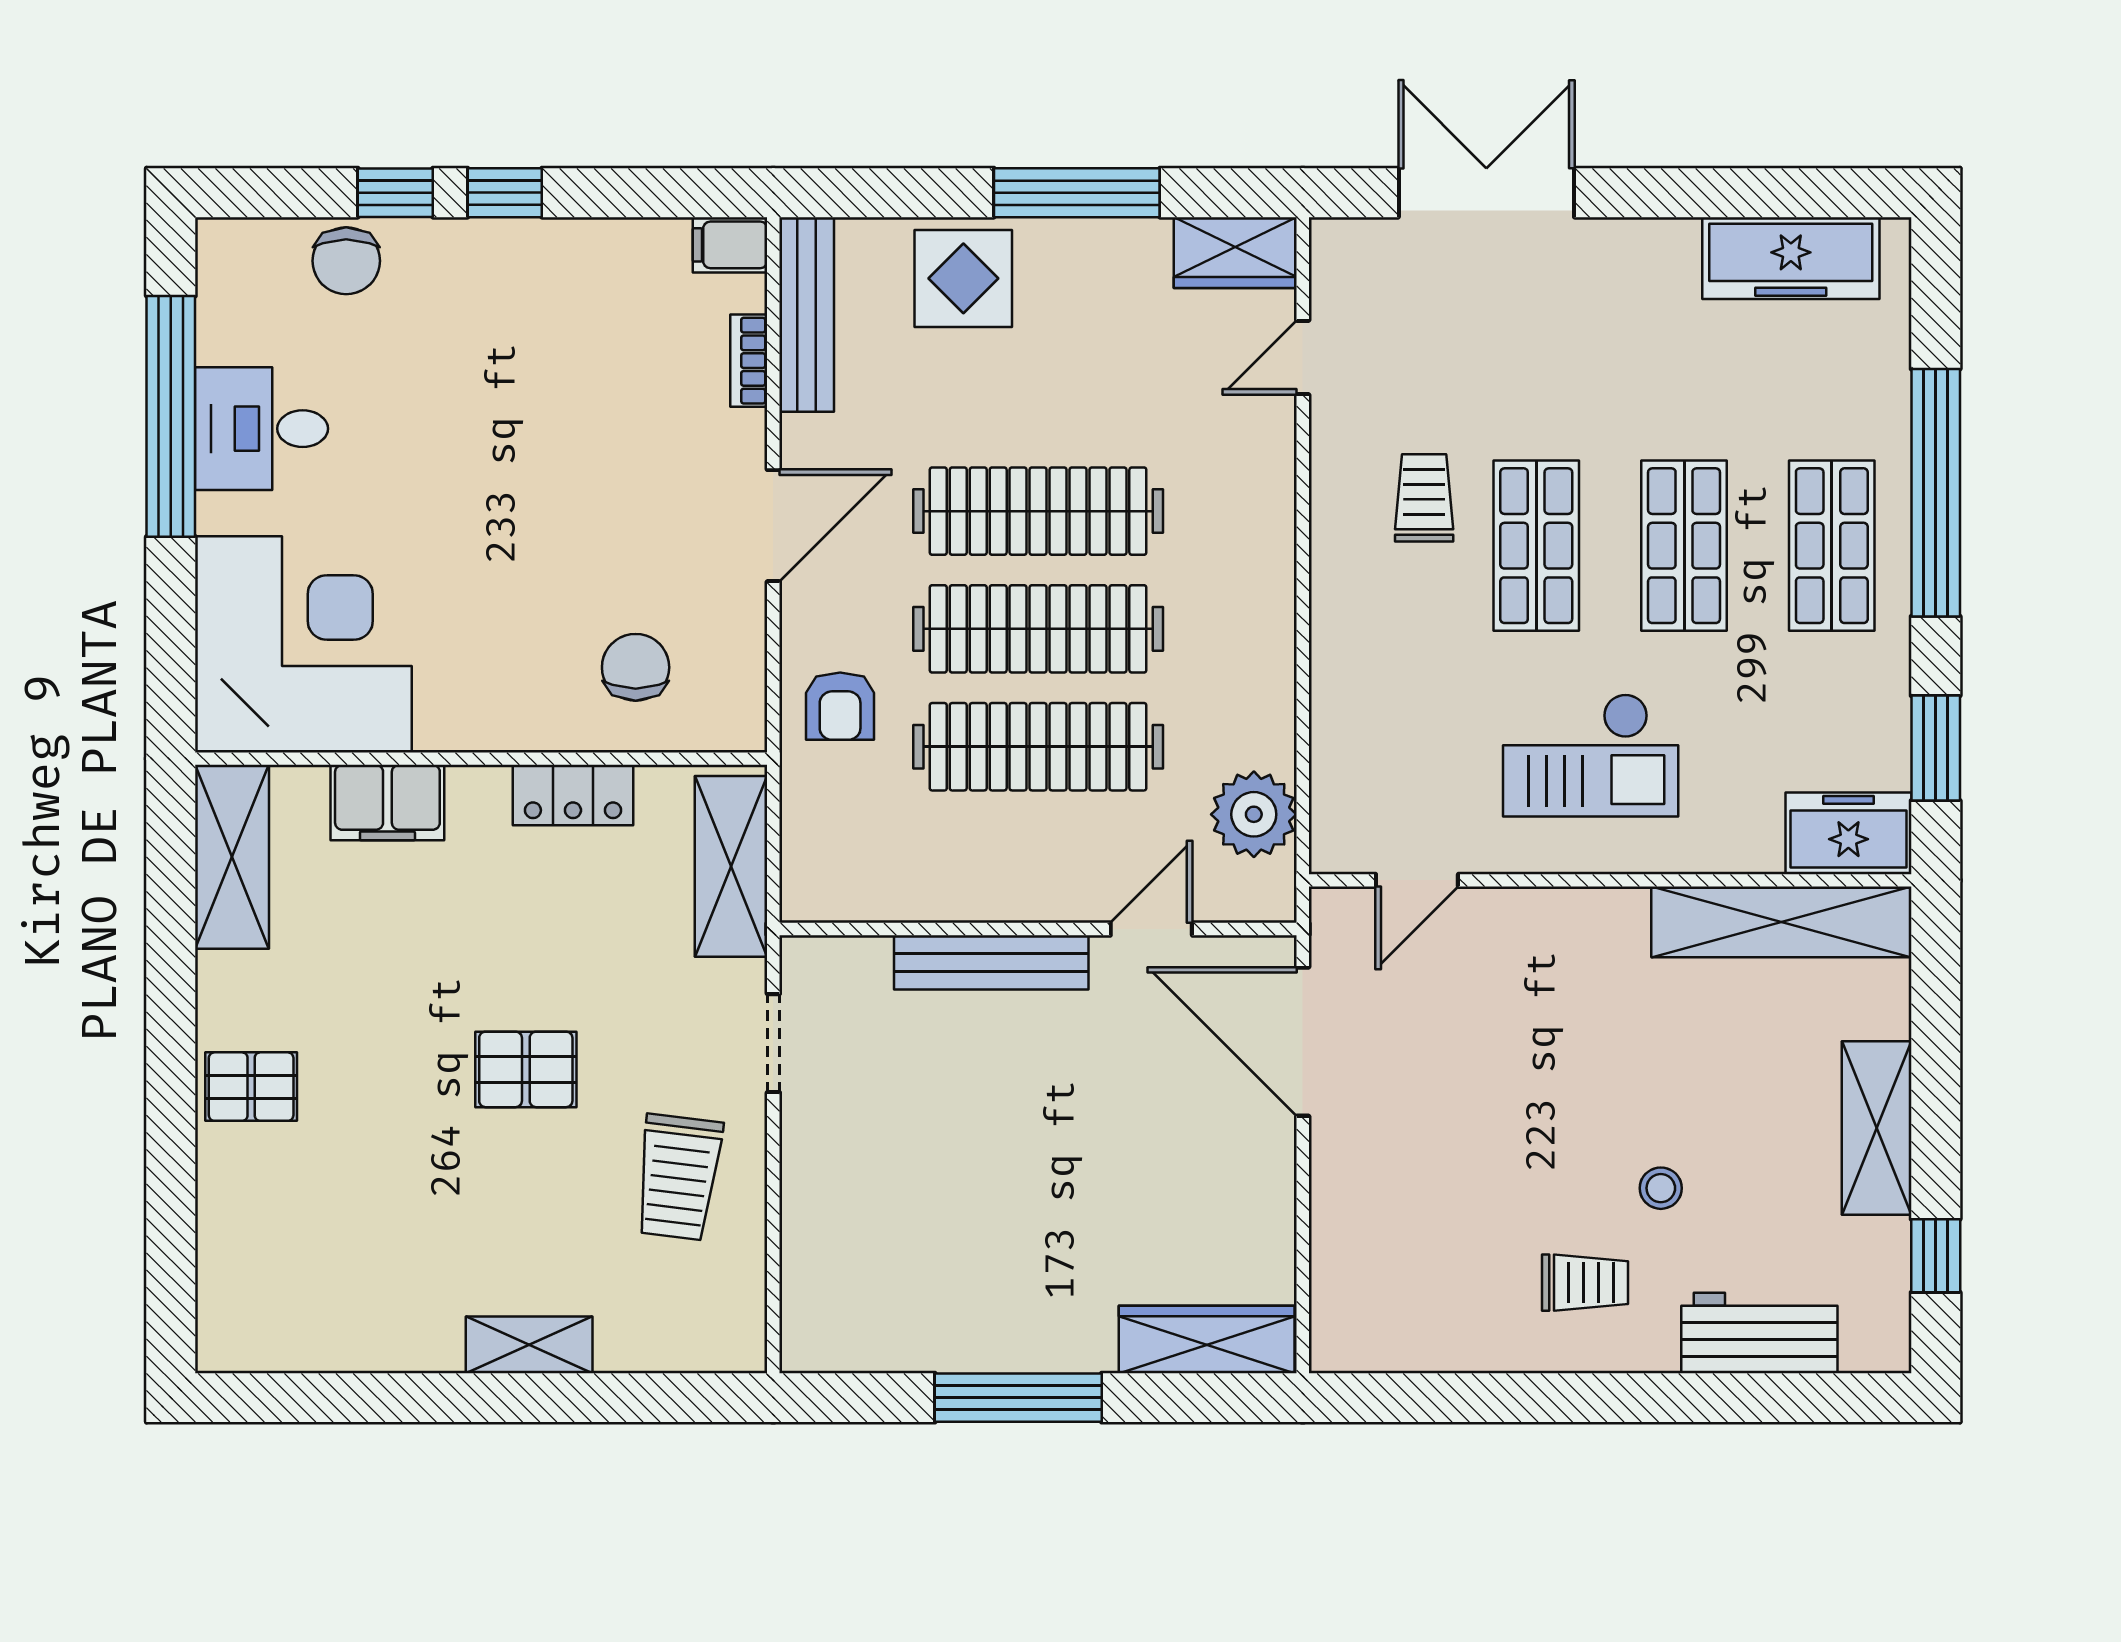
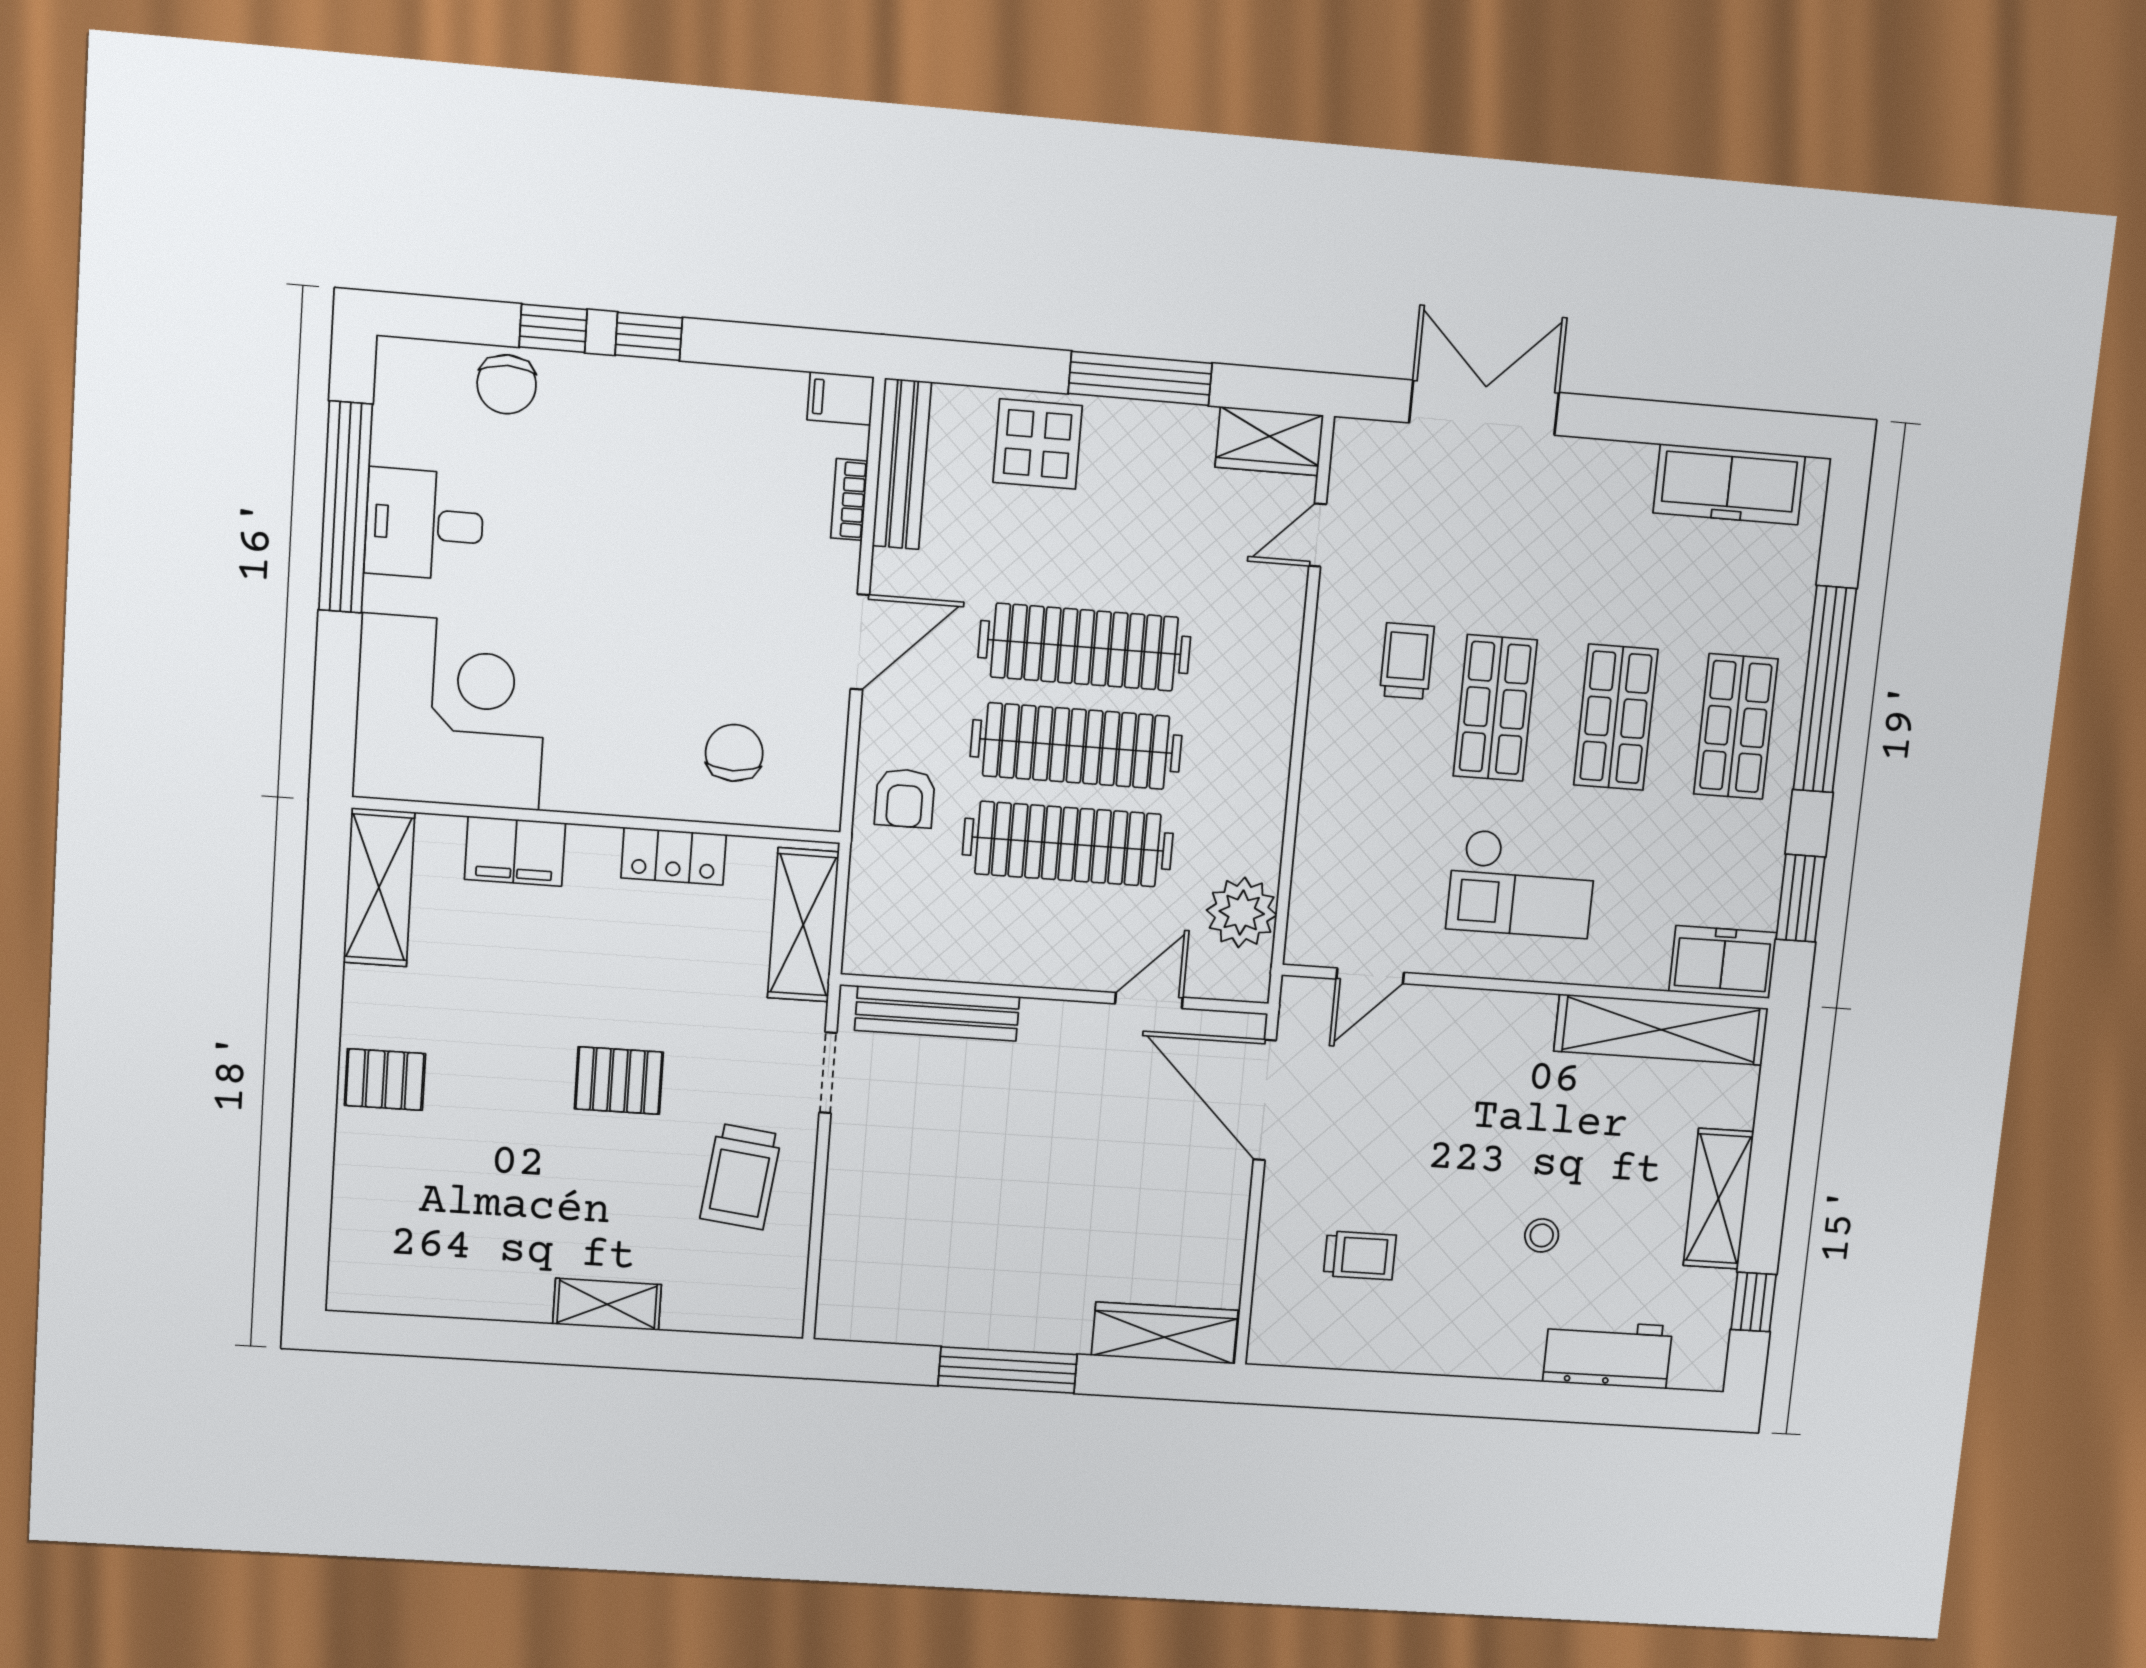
bench: (991, 962) -> (937, 1013), moved
trolley: (1585, 1283) -> (1360, 1255), moved

